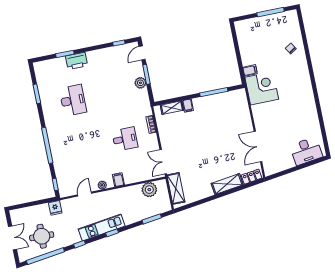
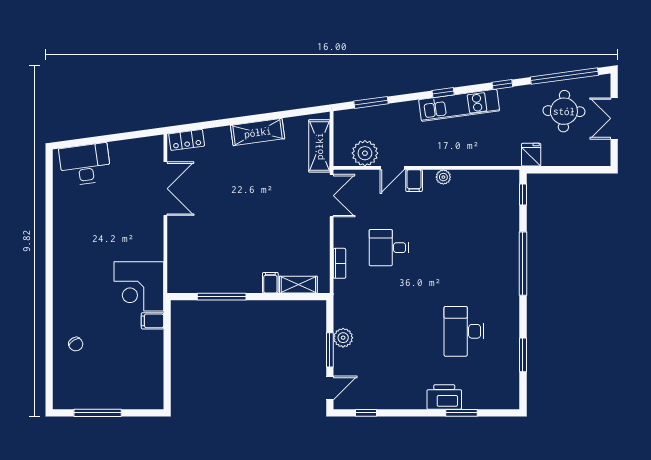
shelving: (227, 184) -> (258, 132), moved
door: (85, 194) -> (392, 168), moved

